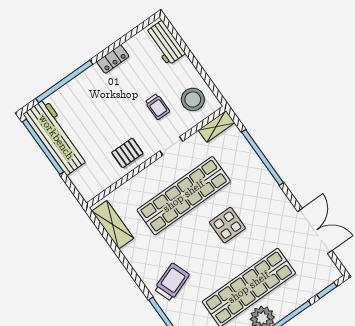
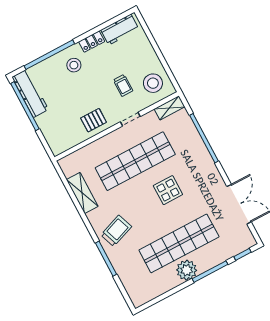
workbench: (165, 43) -> (120, 30), moved, turned -90
stool: (95, 90) -> (74, 65), added
workbench: (56, 137) -> (30, 93), width x0.73, depth x0.76
shelving: (113, 225) -> (82, 193), moved

